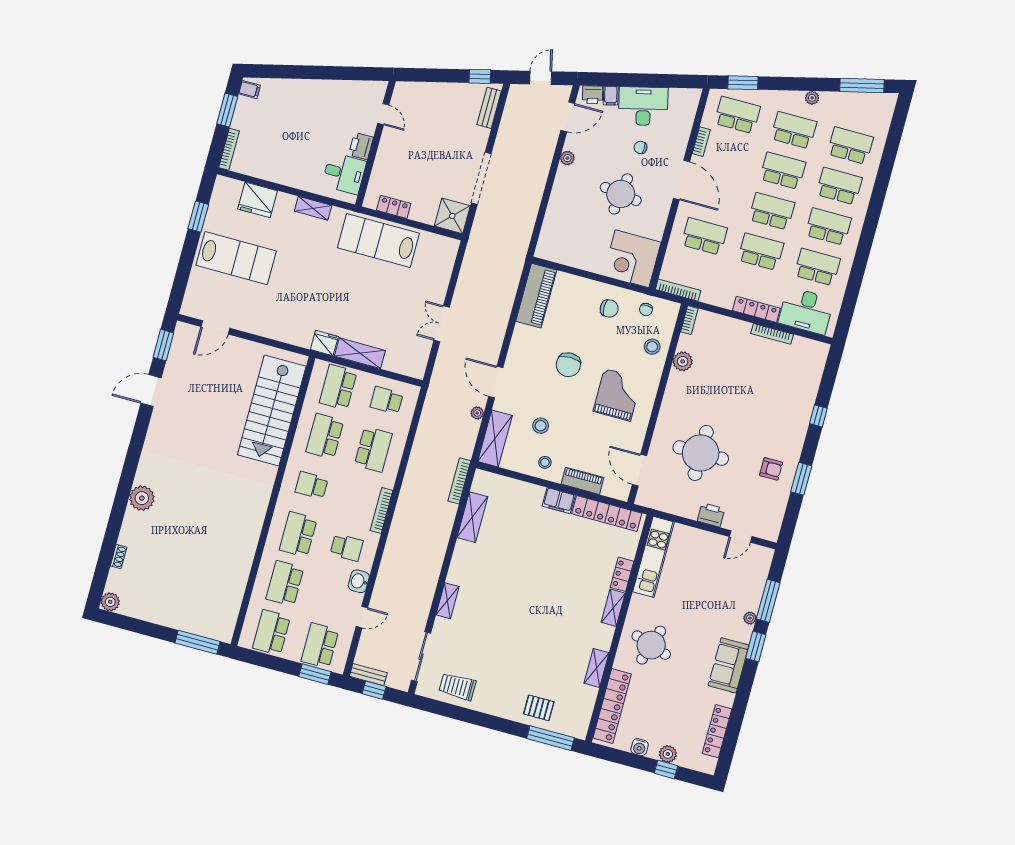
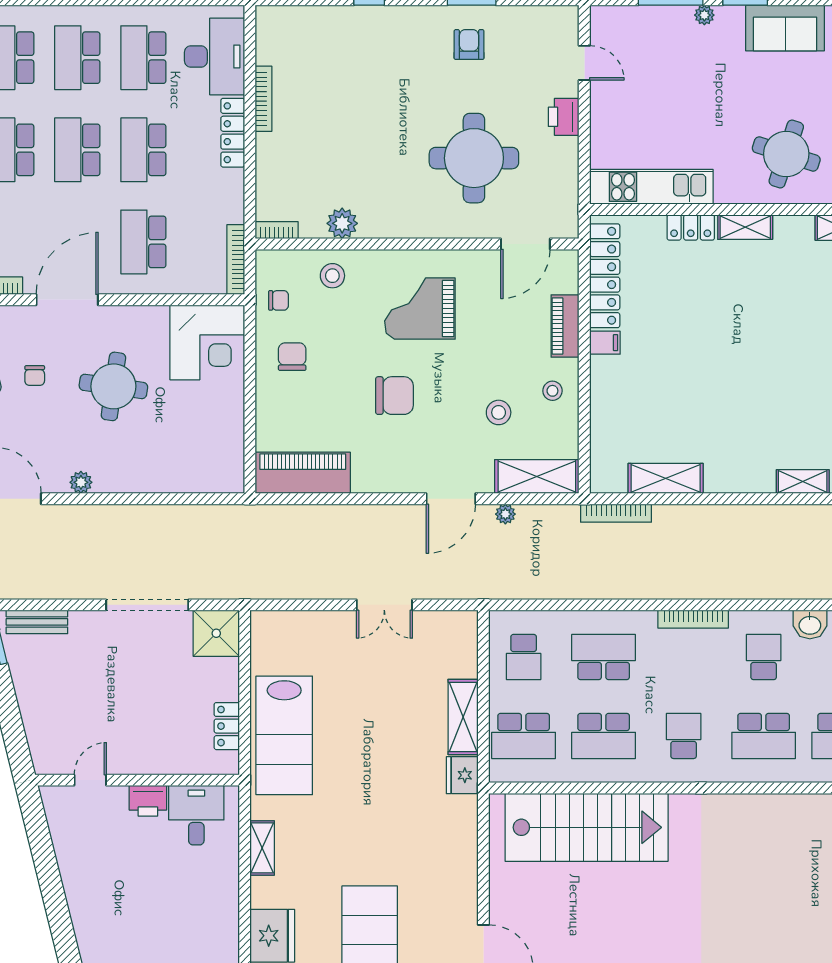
school desk: (312, 485) -> (684, 736), turned 180
filing cabinet: (559, 501) -> (605, 343), width x0.50

